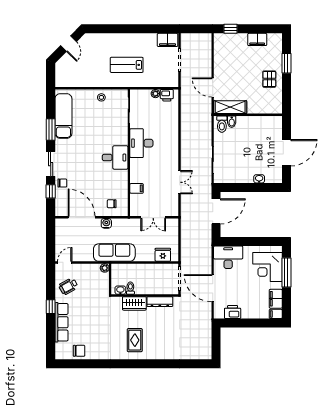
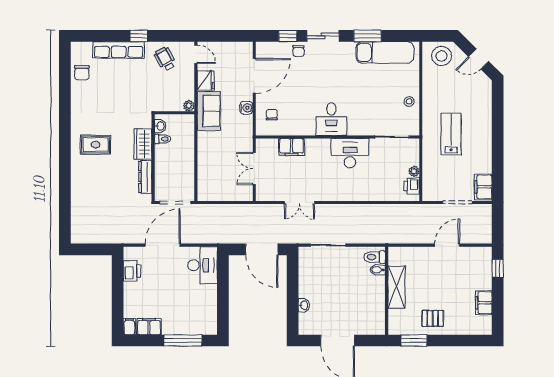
window: (286, 63) -> (414, 341), moved
stool: (66, 72) -> (442, 56), added
door: (213, 87) -> (447, 245), moved
shelving: (230, 107) -> (396, 287), moved
filing cabinet: (137, 188) -> (291, 147), width x2.00
sofa: (114, 253) -> (209, 111), width x0.73
fridge: (163, 255) -> (206, 80), moved
corner desk: (267, 267) -> (190, 316), removed

